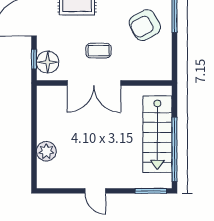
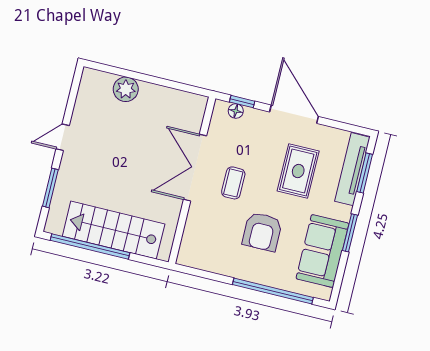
armchair: (145, 25) -> (262, 232), moved, turned -151
floor lamp: (48, 62) -> (236, 111), width x0.53, depth x0.53
window: (151, 191) -> (50, 188), moved

